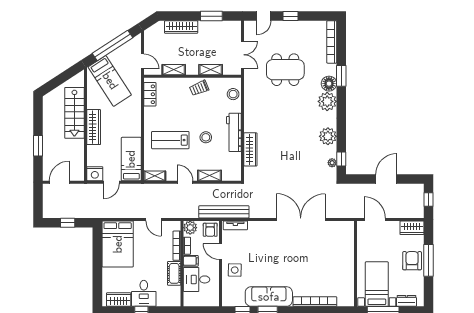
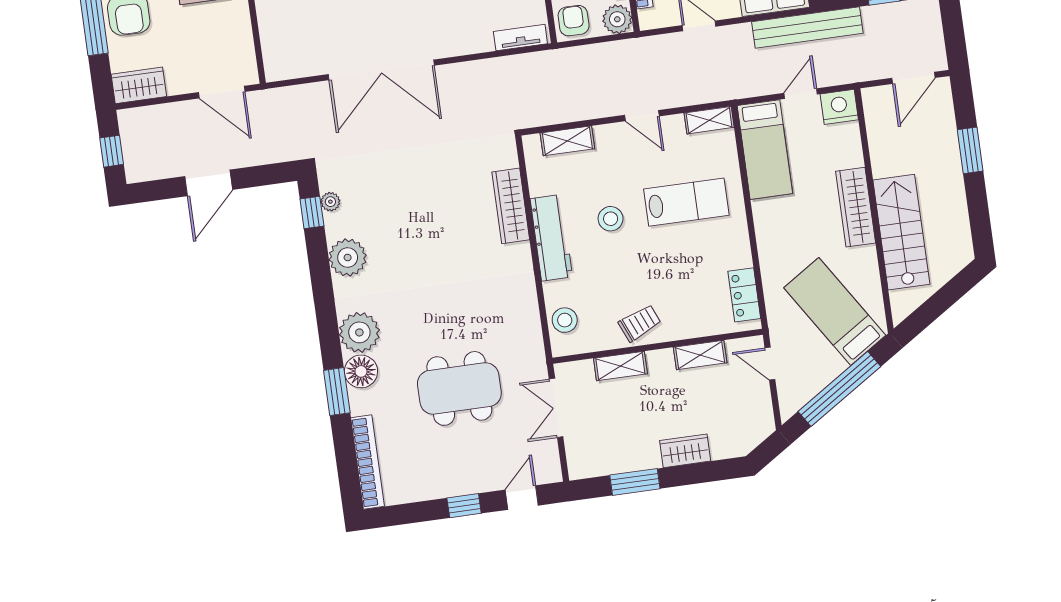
wardrobe: (181, 27) -> (685, 451), width x0.67
shelving: (209, 175) -> (567, 141), moved
bench: (224, 212) -> (807, 28), moved

